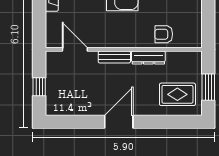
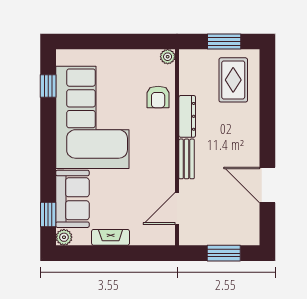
plant: (196, 42) -> (168, 57), added
window: (39, 87) -> (224, 253), width x1.50
door: (119, 122) -> (267, 185), moved

